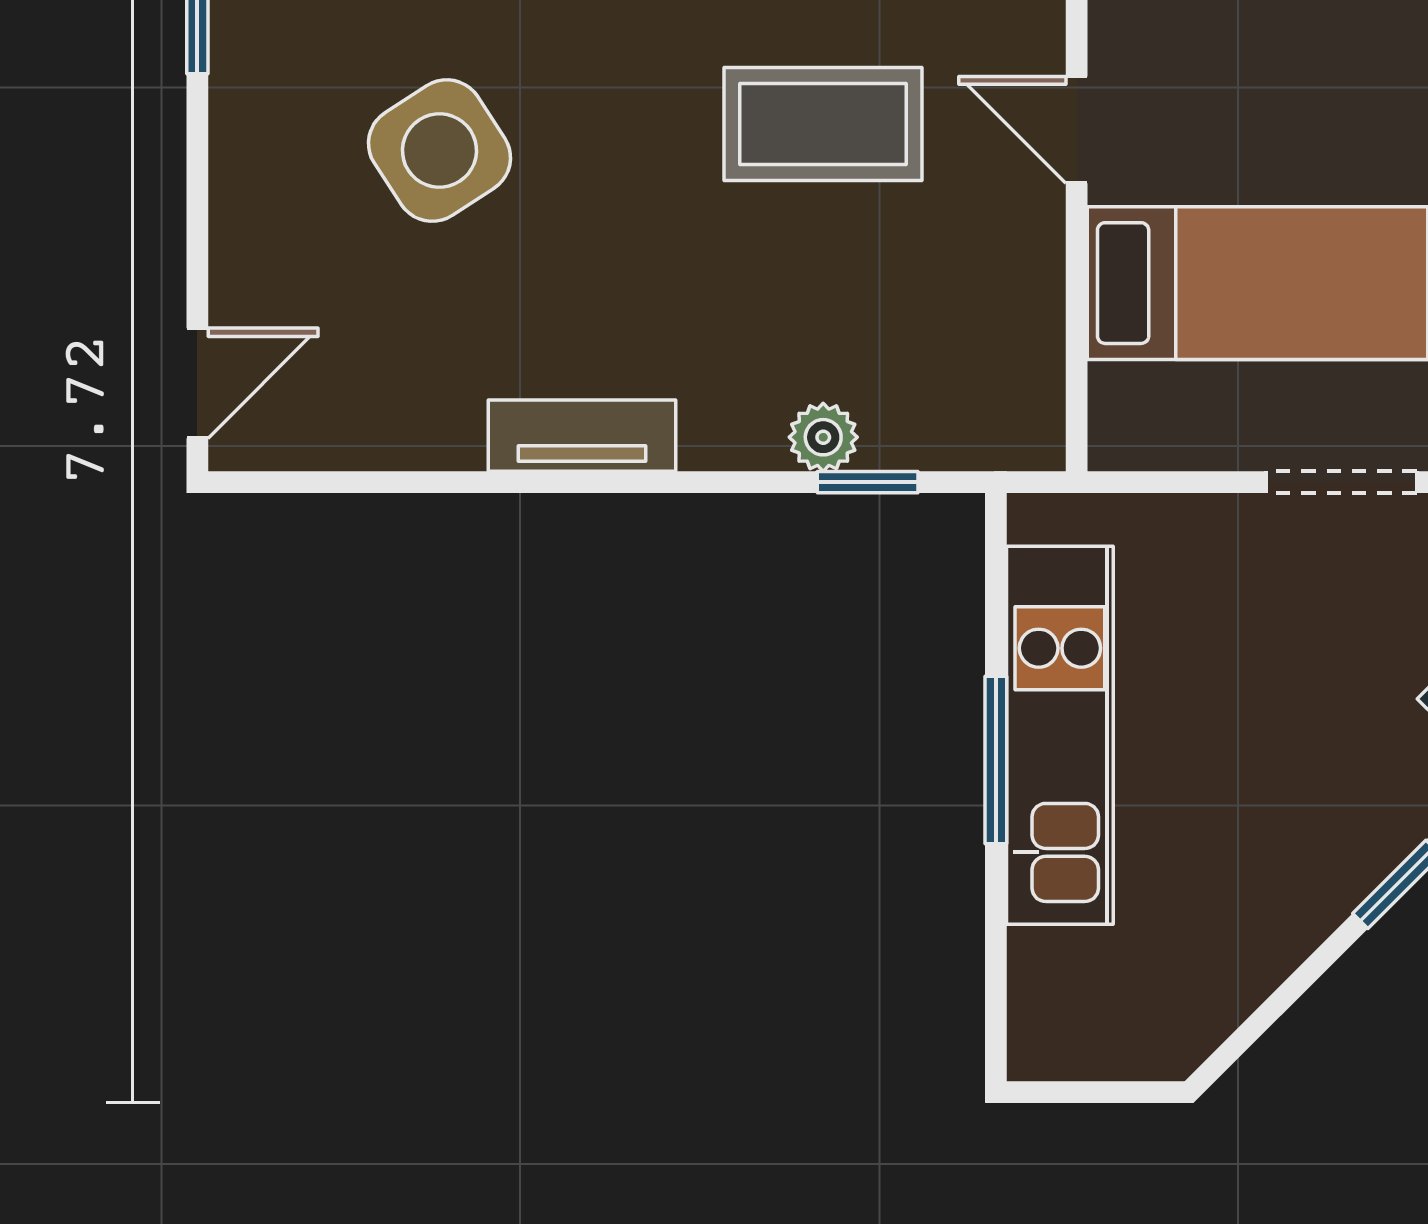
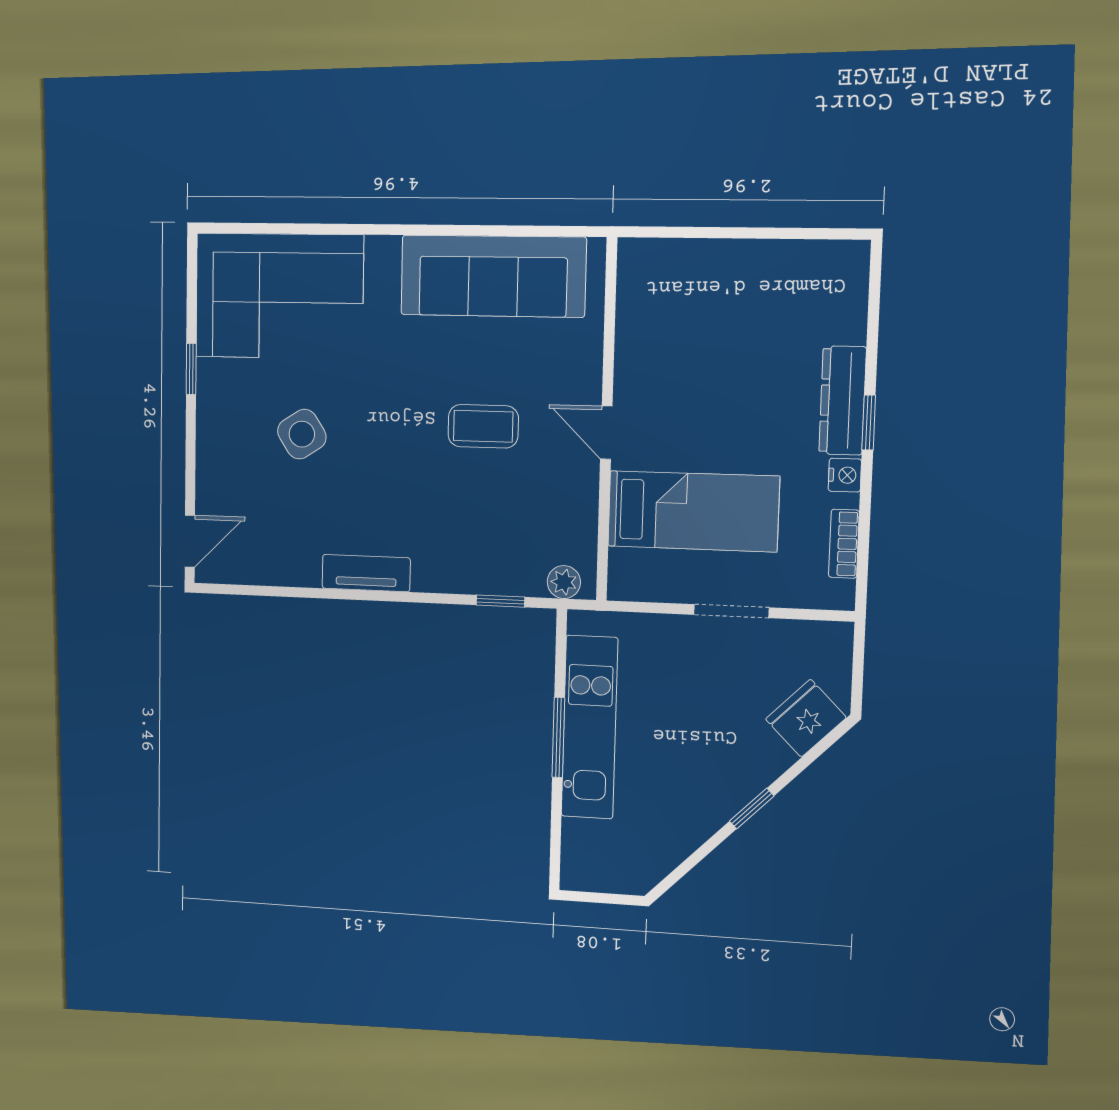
coffee table: (823, 124) -> (483, 426), width x0.73, depth x0.77
side table: (439, 151) -> (302, 434), width x0.73, depth x0.73
plant: (823, 437) -> (564, 582), moved

